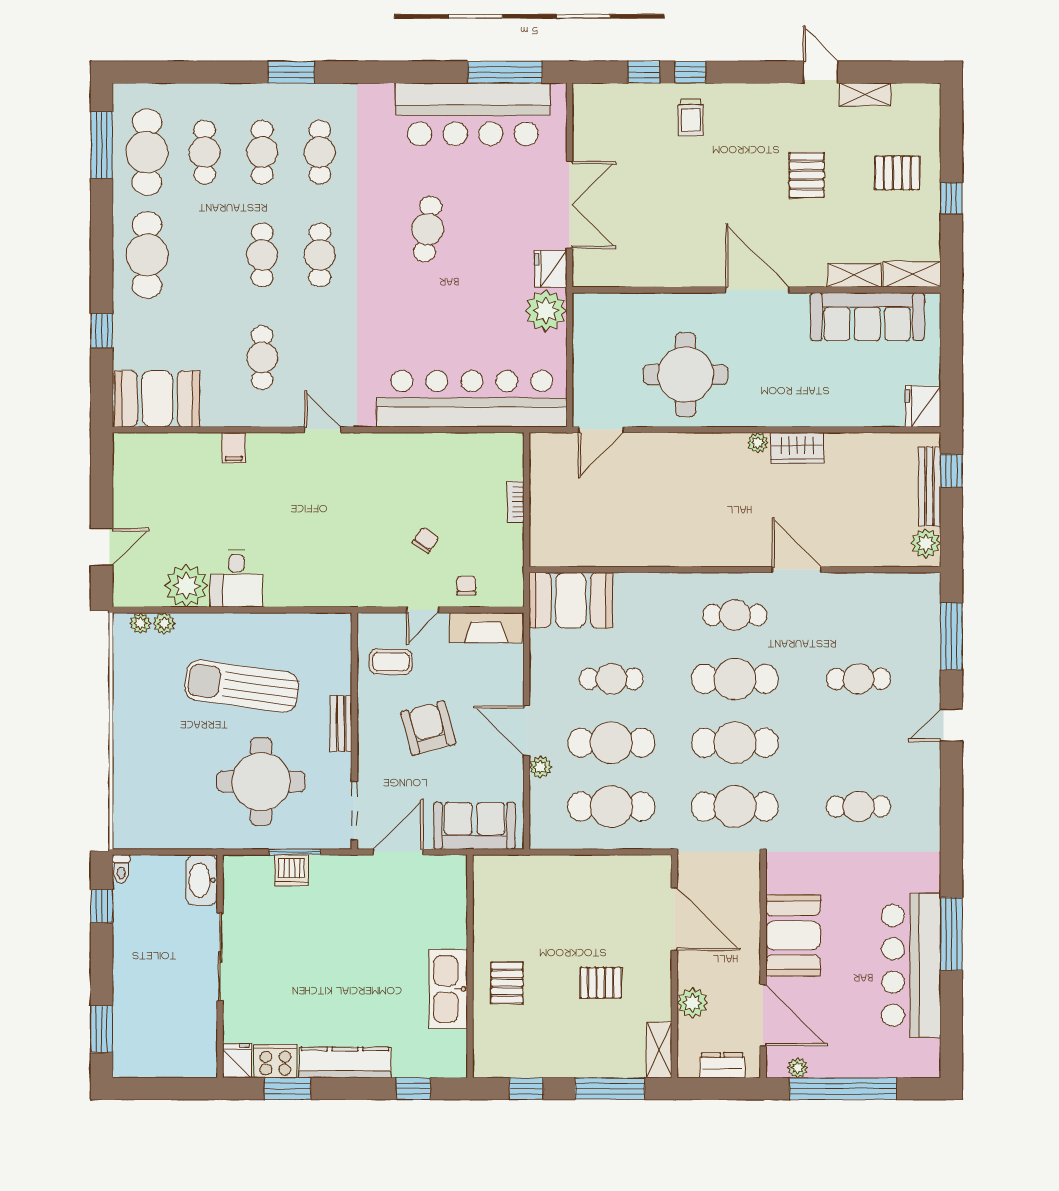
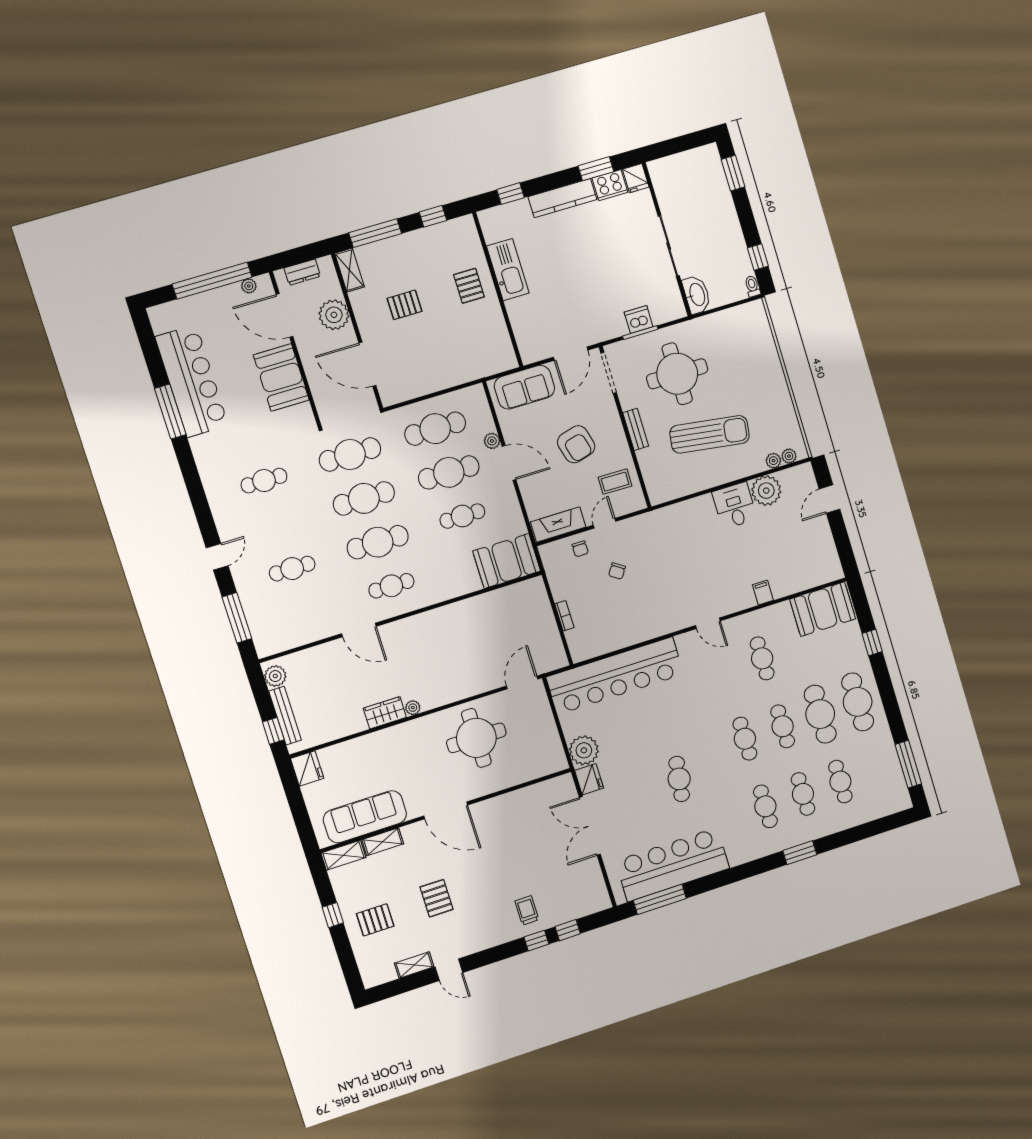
cafe table: (147, 152) -> (820, 714), moved
plant: (693, 1003) -> (334, 315), width x1.36, depth x1.36

